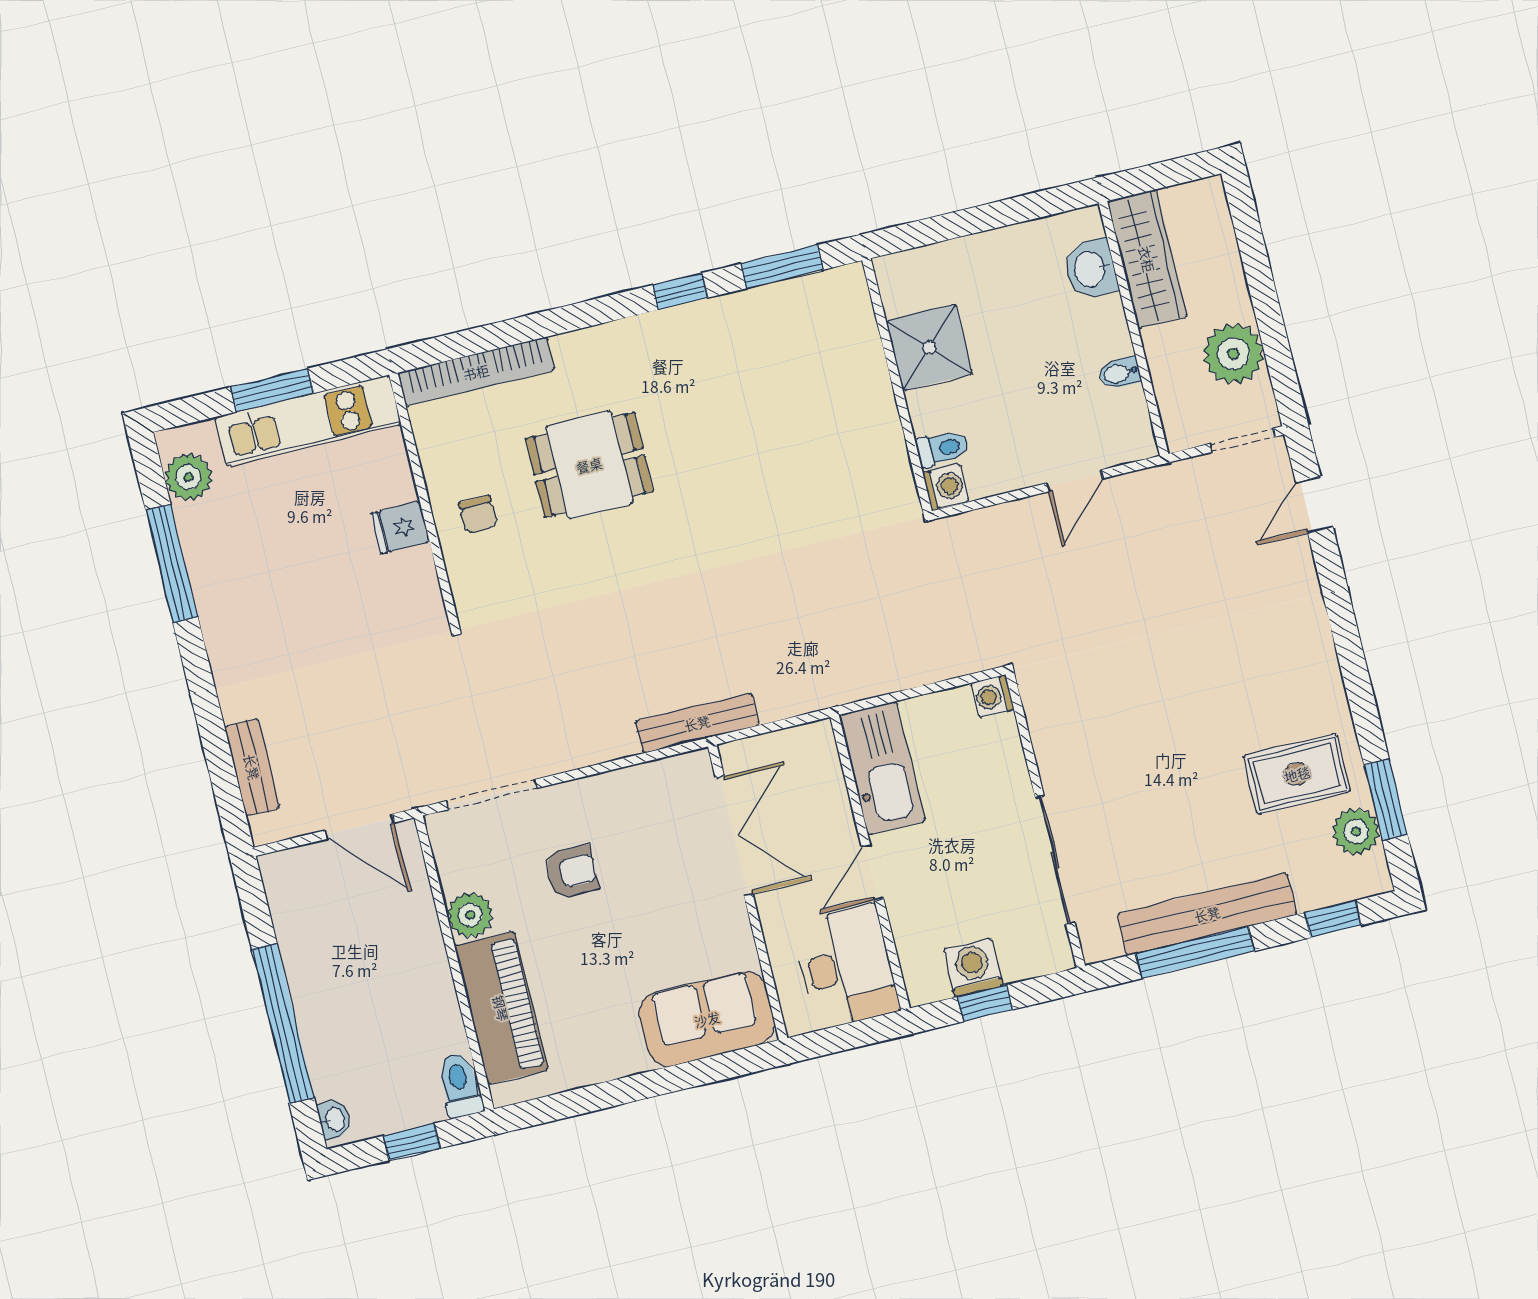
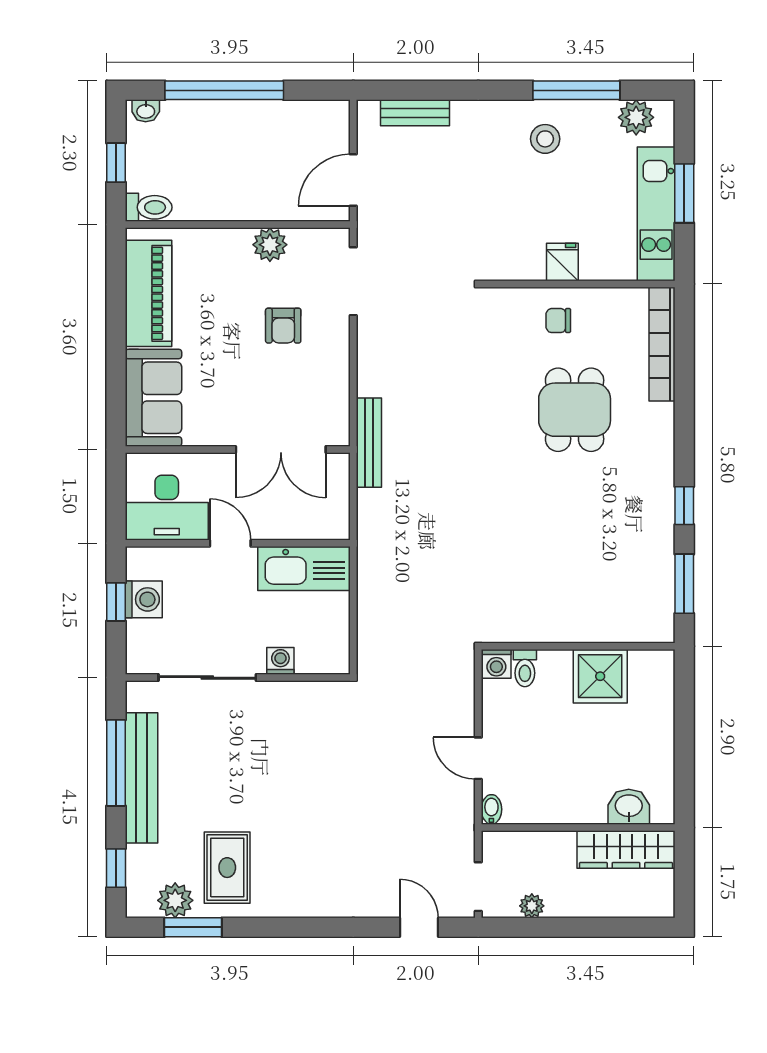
plant: (1233, 354) -> (532, 906), width x0.53, depth x0.53
bidet: (1119, 373) -> (491, 809), moved
stool: (245, 589) -> (545, 139), added
washing machine: (992, 696) -> (280, 661), moved
piano: (501, 1008) -> (148, 293), moved, turned -90

